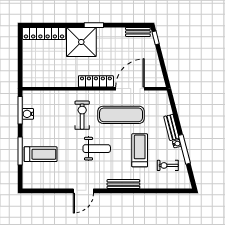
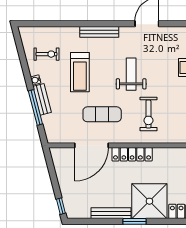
bench: (138, 32) -> (111, 213), moved, width x1.36
exercise mat: (121, 115) -> (102, 114), width x0.73, depth x0.69
weight bench: (97, 149) -> (131, 74), turned 90
window: (184, 149) -> (35, 107), moved

